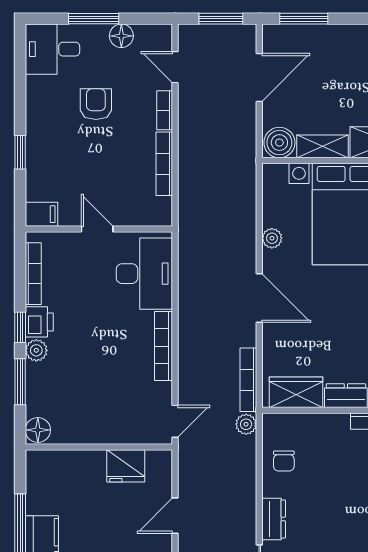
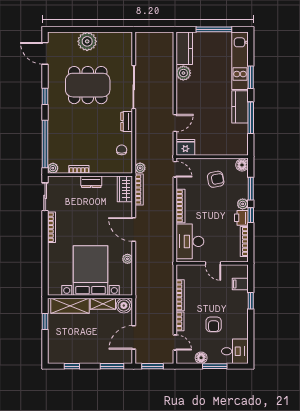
filing cabinet: (41, 214) -> (240, 284), moved
wardrobe: (296, 392) -> (125, 189), moved, turned 90
armchair: (92, 401) -> (216, 179), added
door: (175, 421) -> (175, 169), swing flipped
fridge: (126, 466) -> (185, 147), moved

